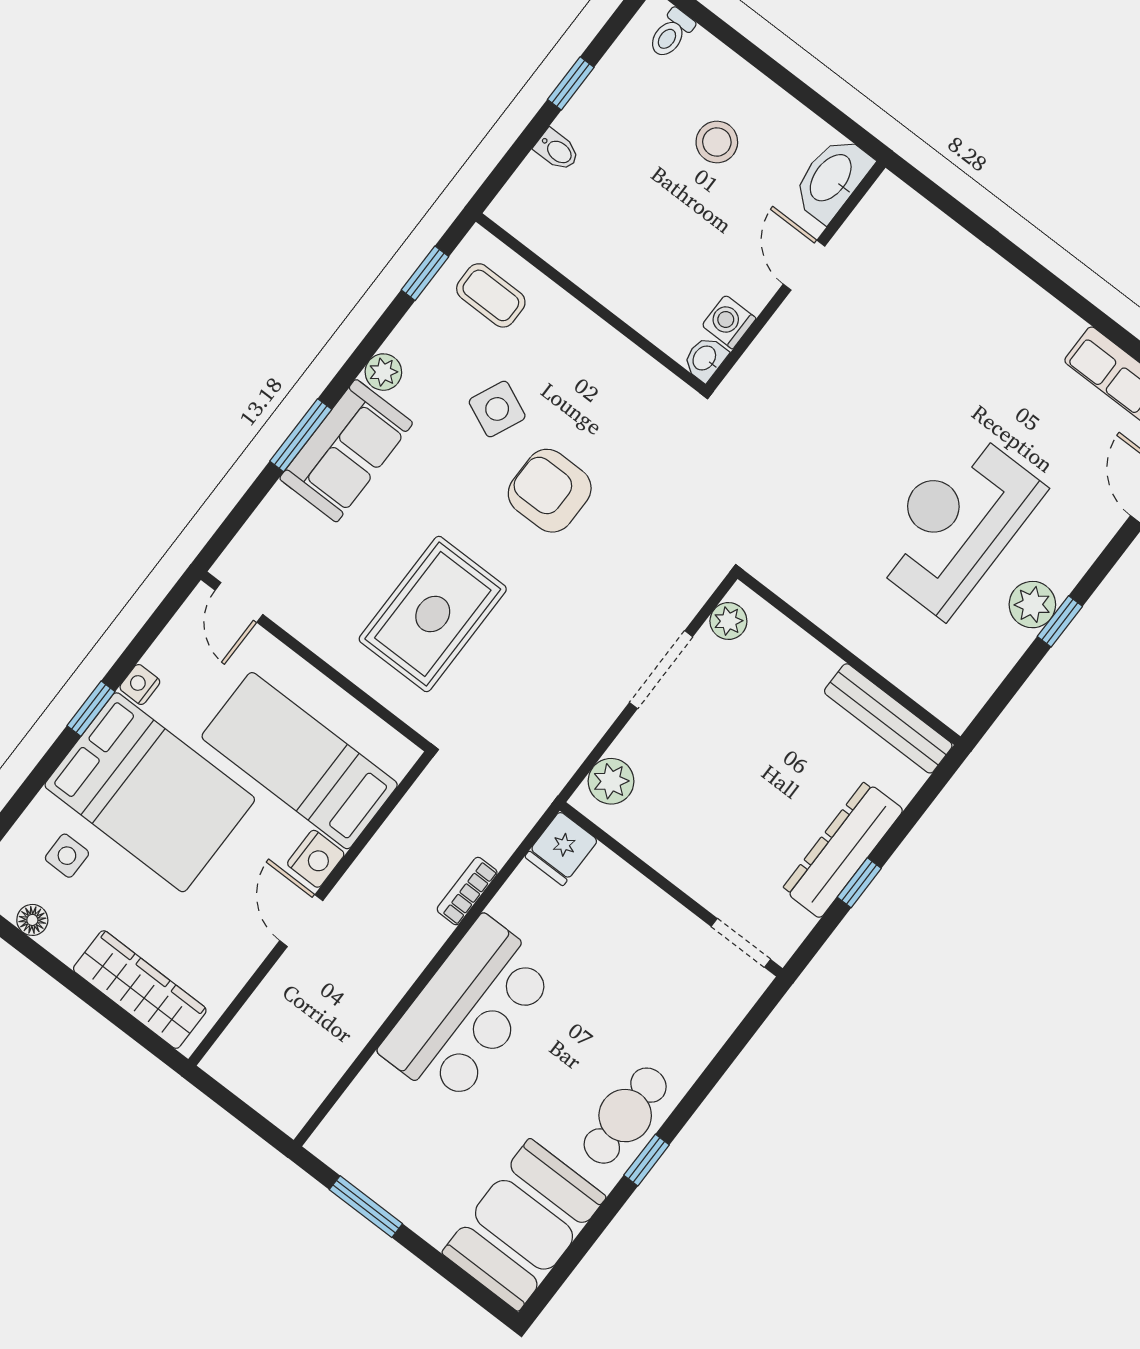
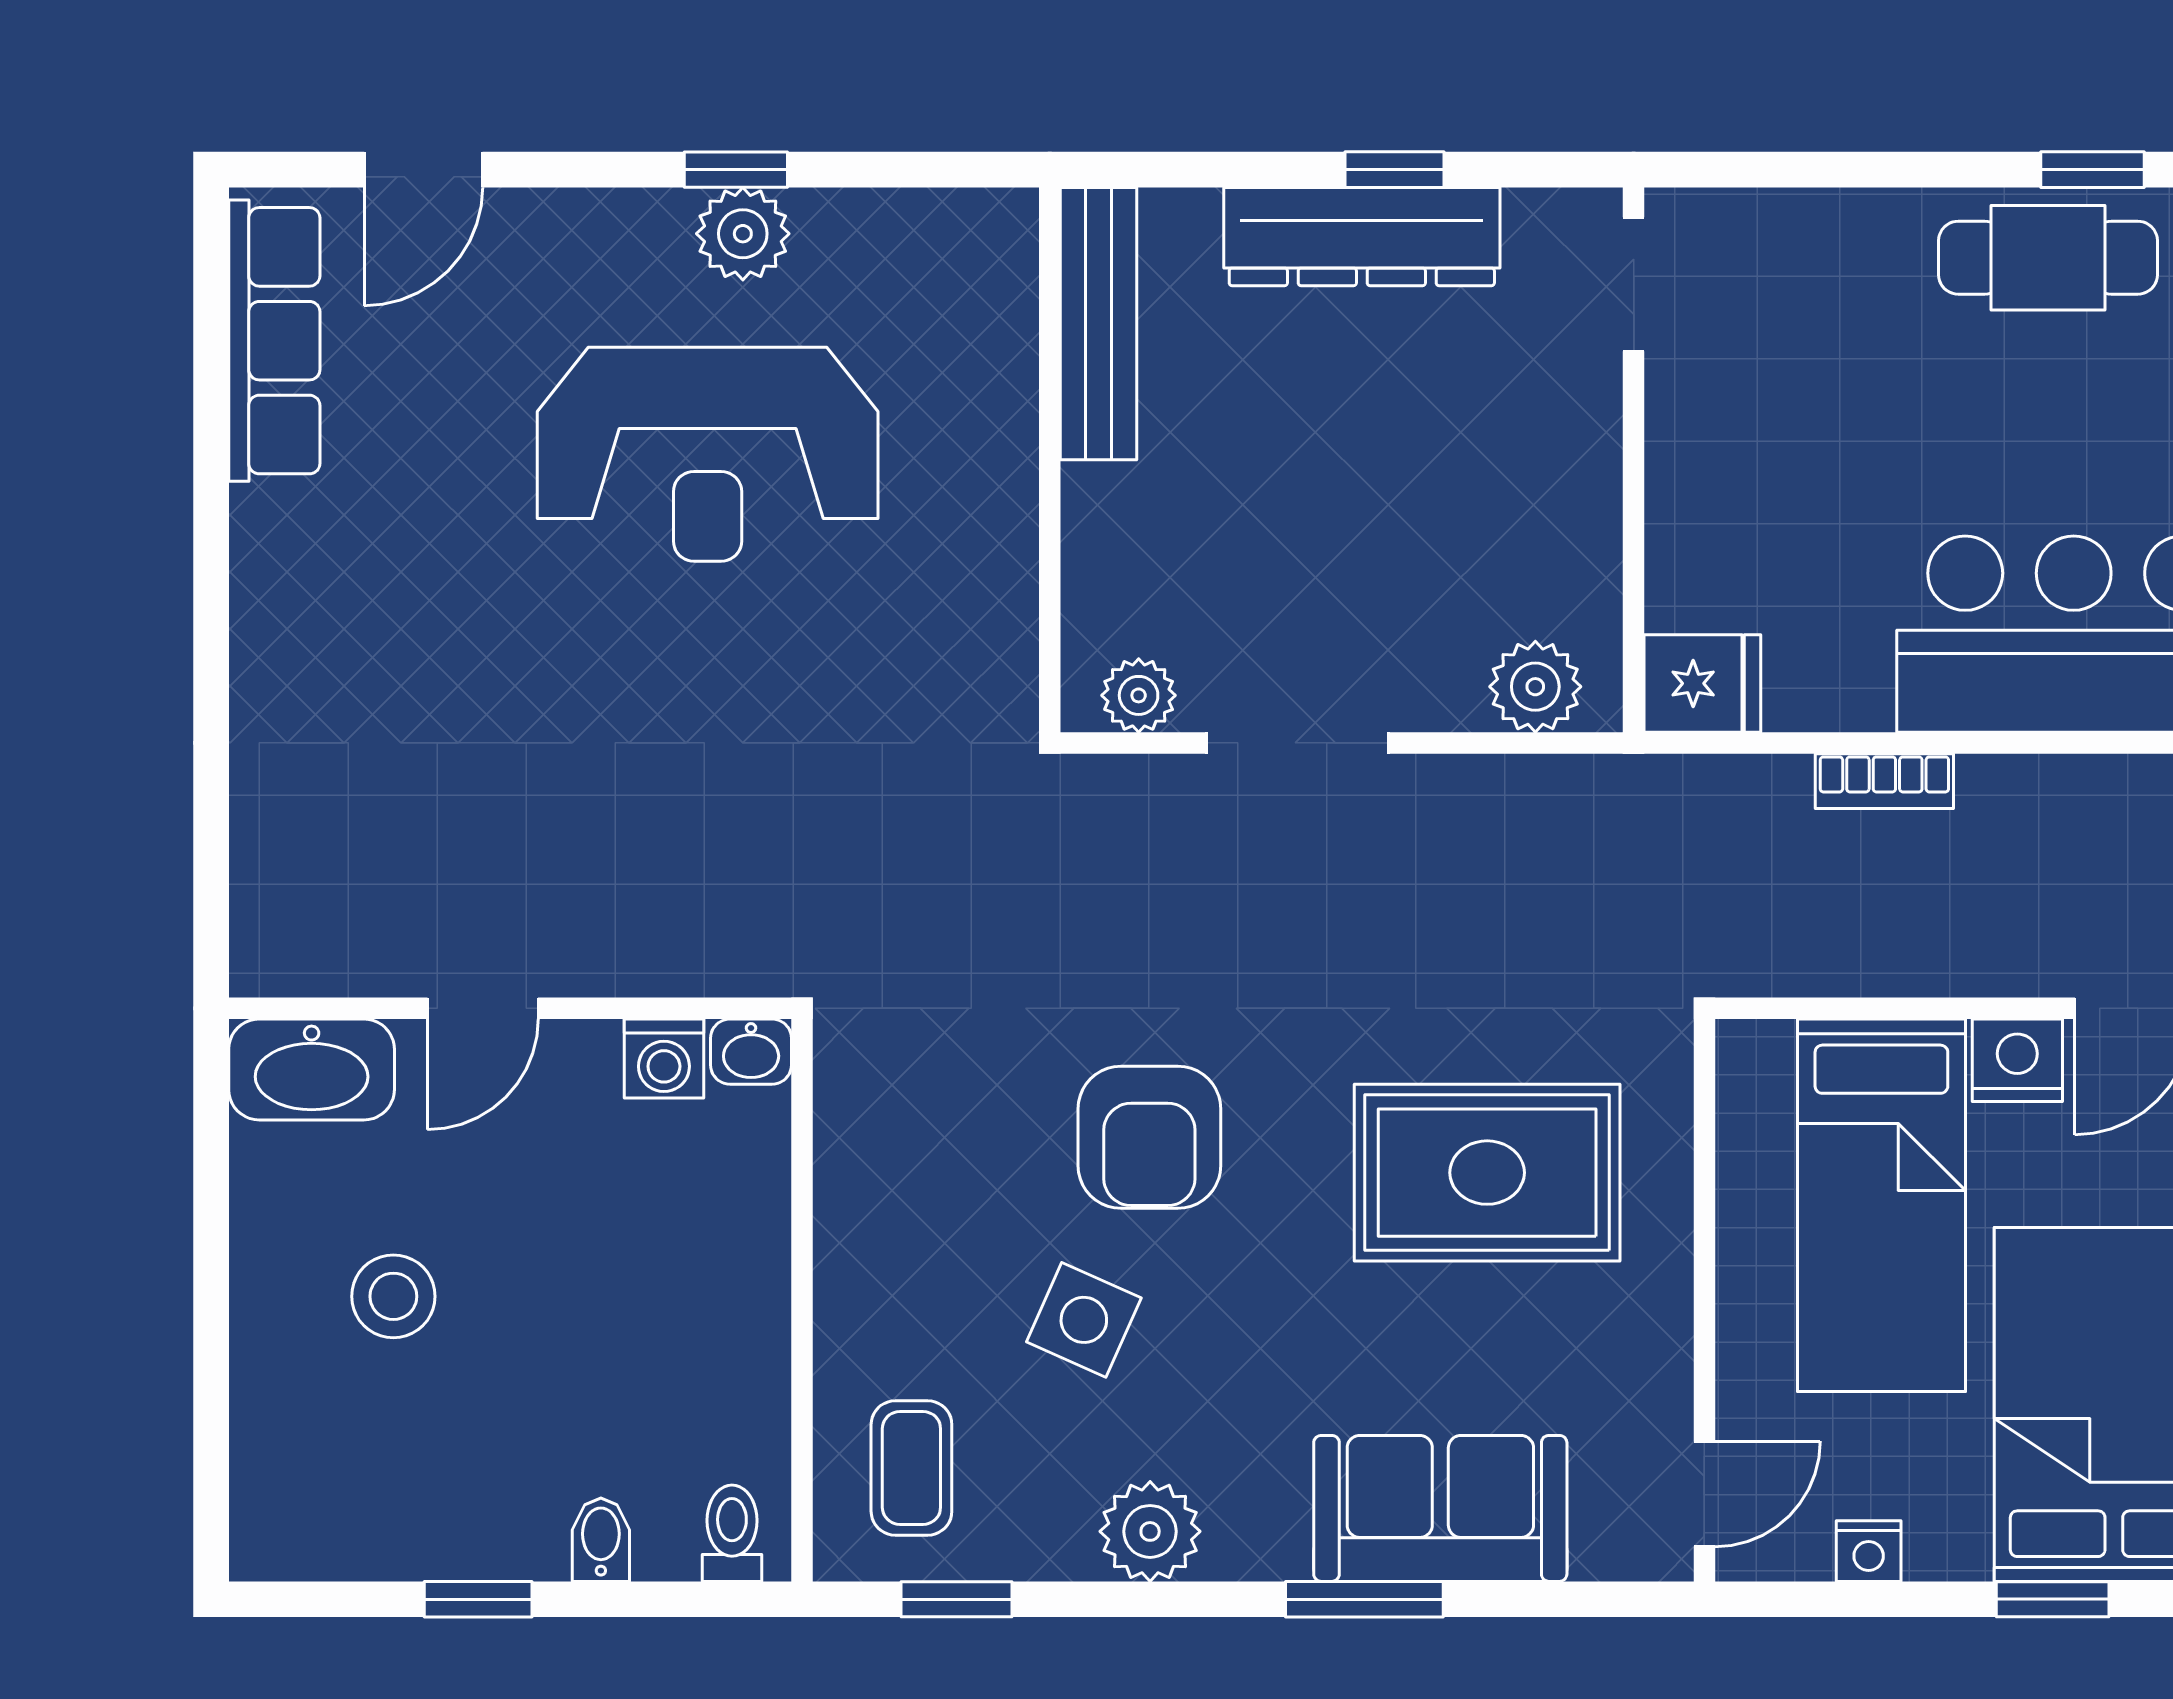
toilet: (671, 33) -> (732, 1533), moved, turned -90
plant: (383, 372) -> (1150, 1531), width x1.38, depth x1.38
sofa: (346, 451) -> (1440, 1508), moved
nightstand: (140, 684) -> (1869, 1551), moved

